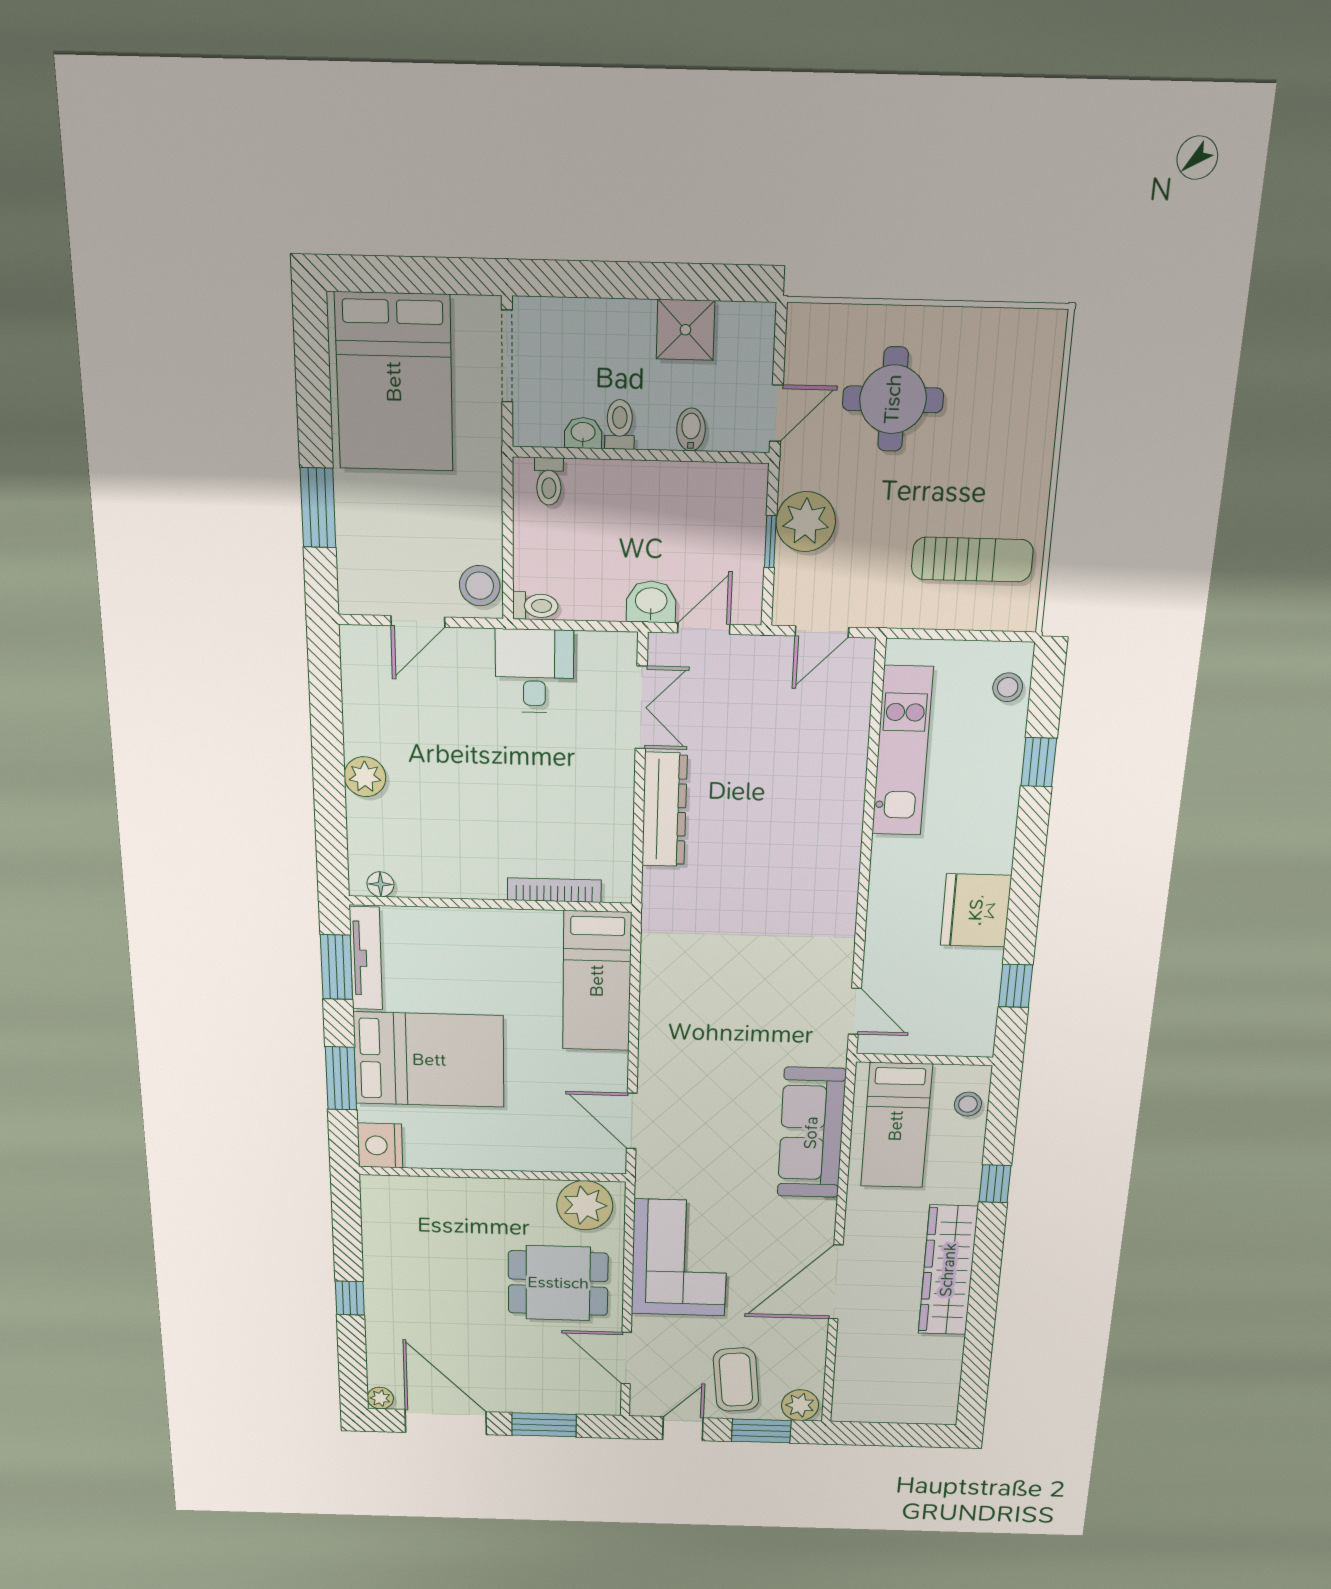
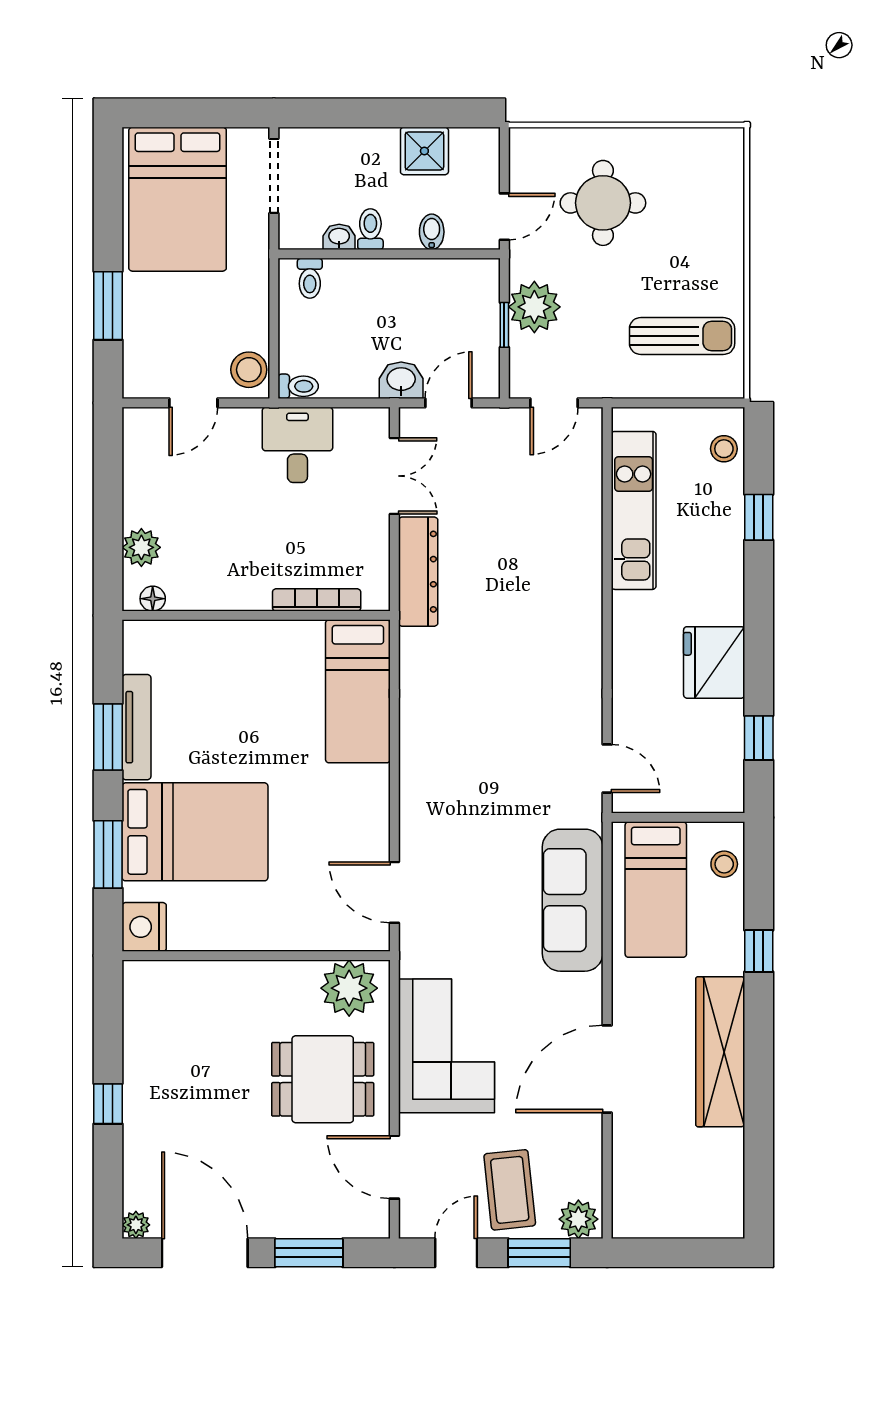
floor lamp: (380, 884) -> (153, 599), moved
bookcase: (554, 890) -> (317, 600), moved
wall: (490, 904) -> (256, 615), moved
bed: (597, 981) -> (358, 691), moved

